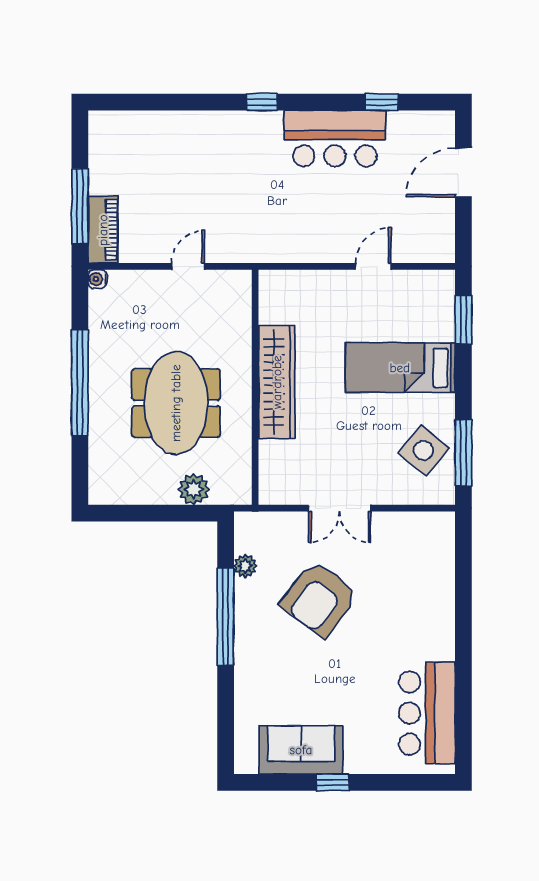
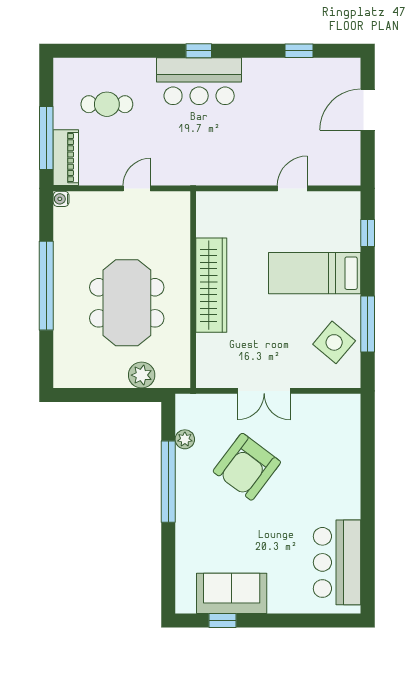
bar counter: (335, 138) -> (199, 81), moved
cafe table: (152, 166) -> (107, 104), added
window: (463, 320) -> (368, 233), width x0.67
window: (463, 453) -> (368, 324), moved
window: (333, 782) -> (222, 621), moved

